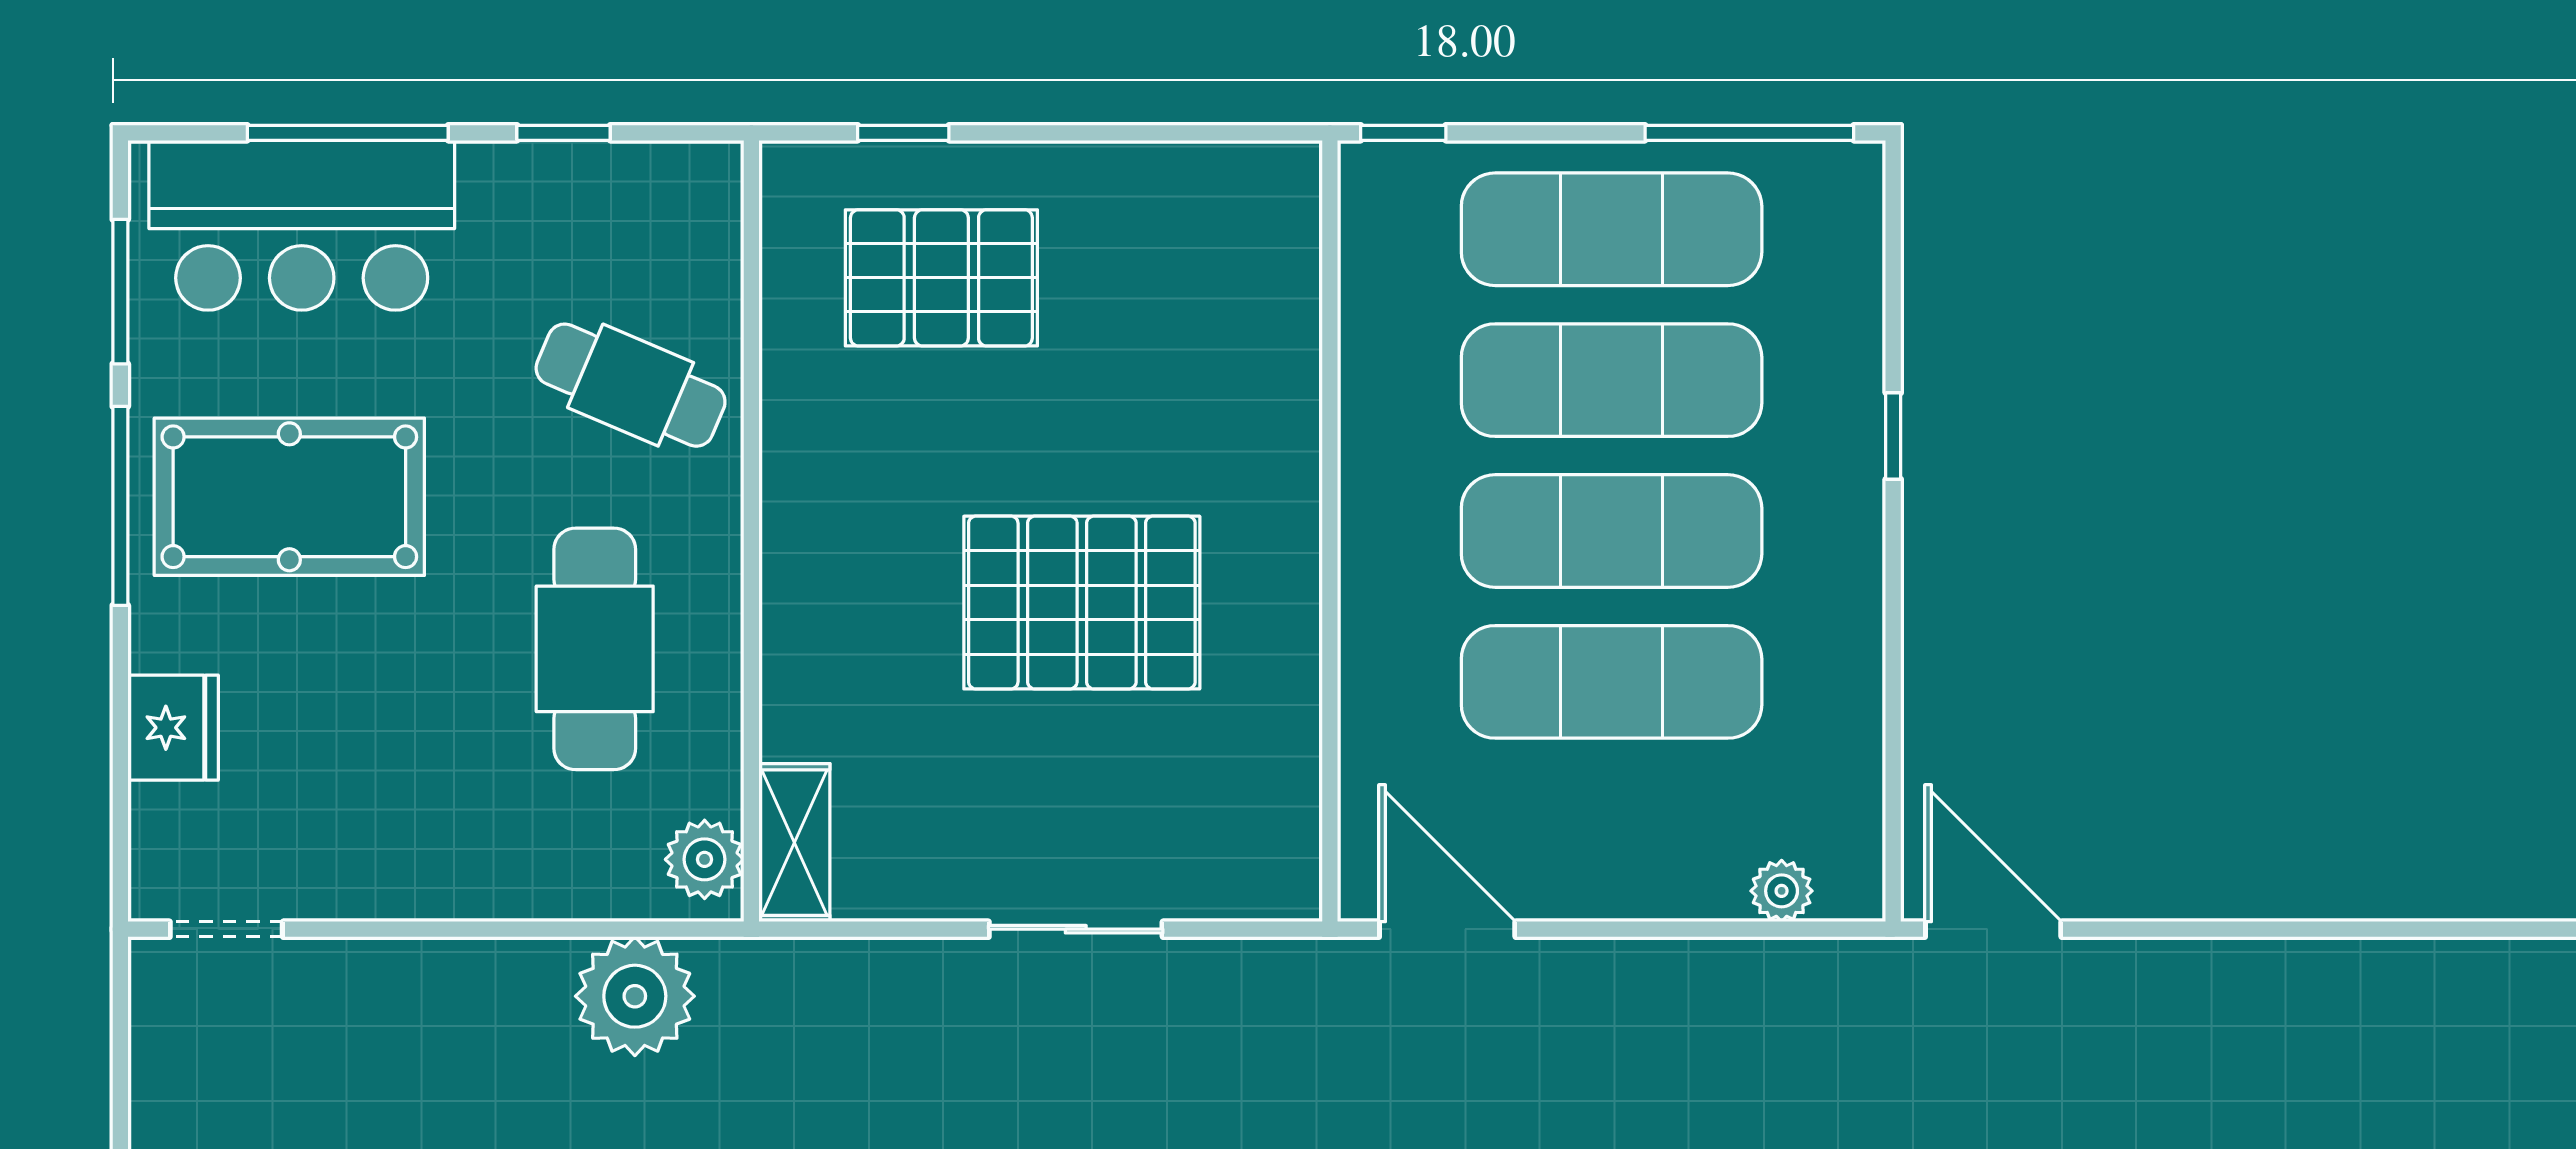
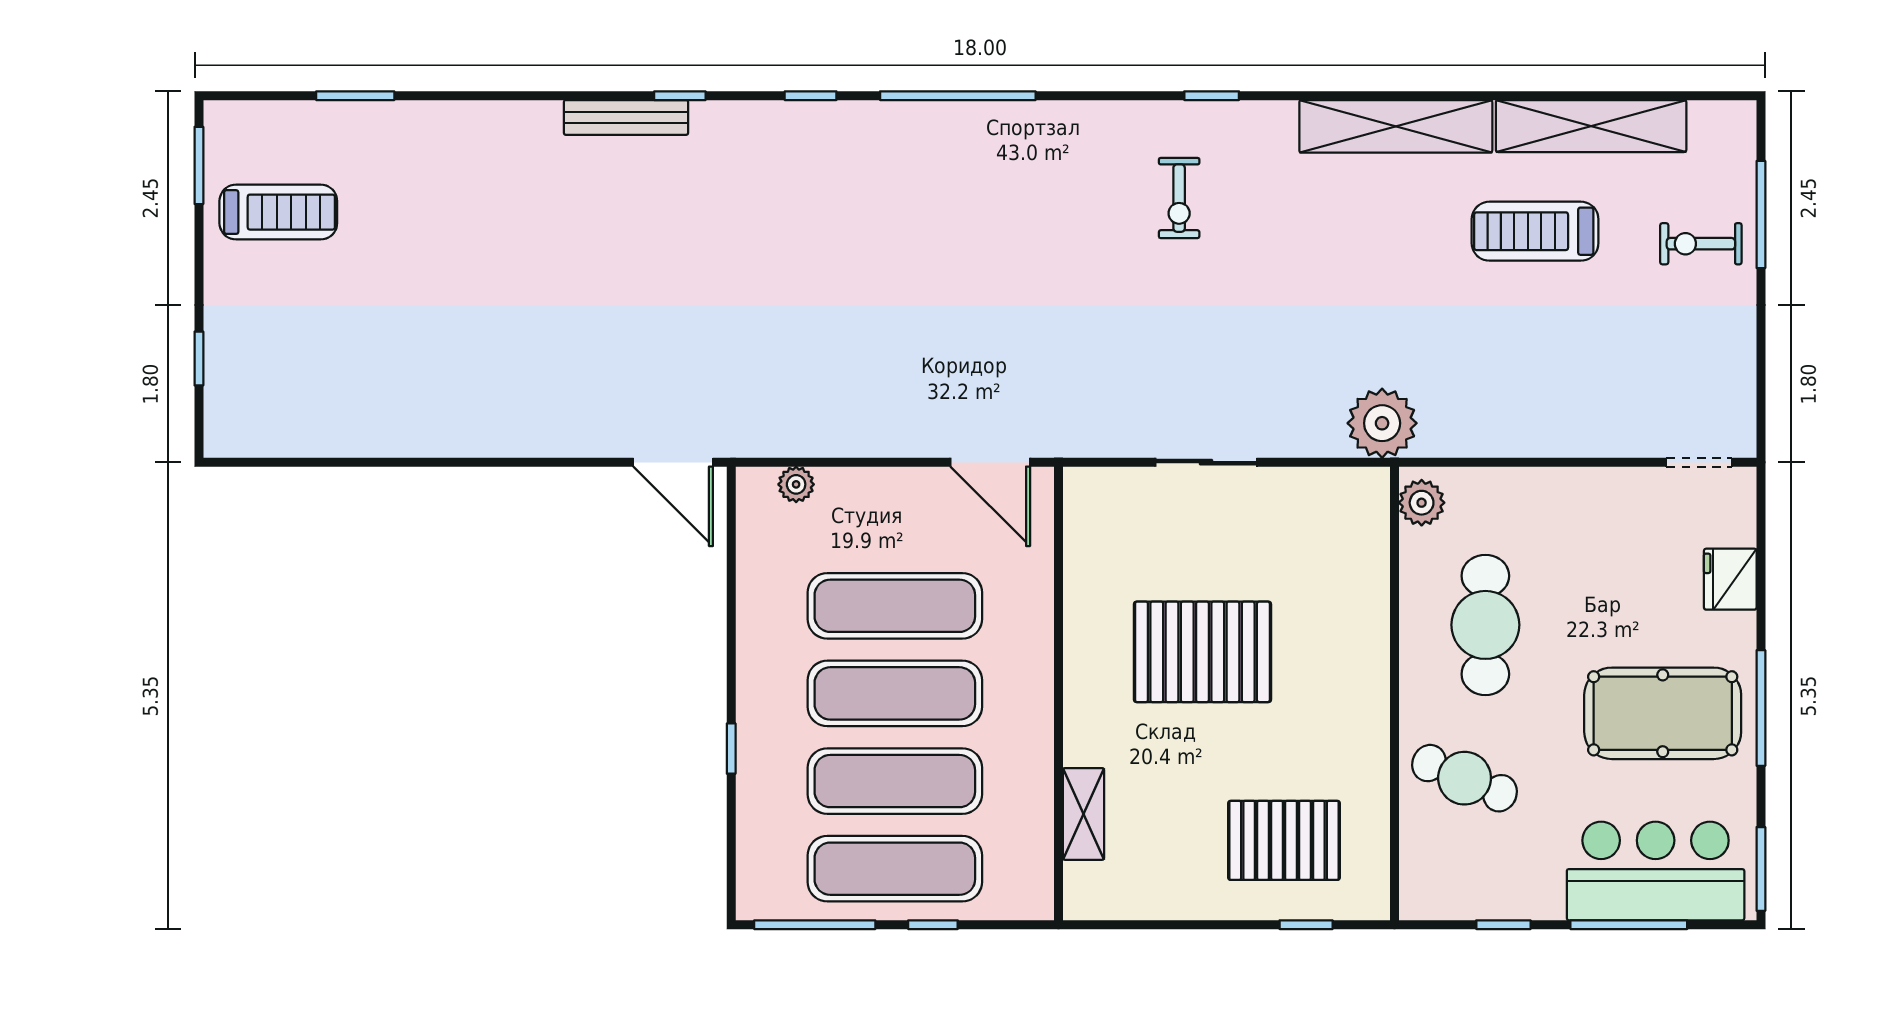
window: (1403, 133) -> (933, 925), moved
window: (120, 292) -> (1761, 869), moved
shelving: (794, 843) -> (1083, 814), moved
plant: (635, 996) -> (1382, 423), moved

